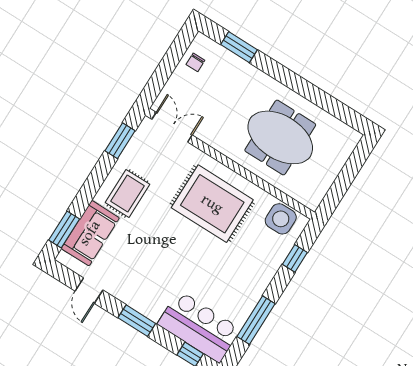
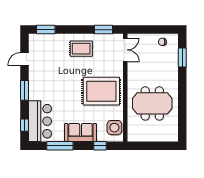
meeting table: (280, 137) -> (152, 103), turned 90
rug: (212, 204) -> (101, 91), turned 90
sofa: (90, 233) -> (81, 133), moved, turned 180

